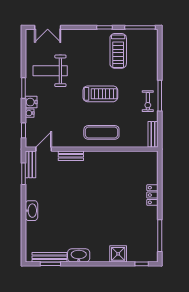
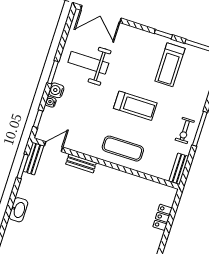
double door: (48, 27) -> (101, 14), width x1.37
locker: (152, 195) -> (162, 217), moved

